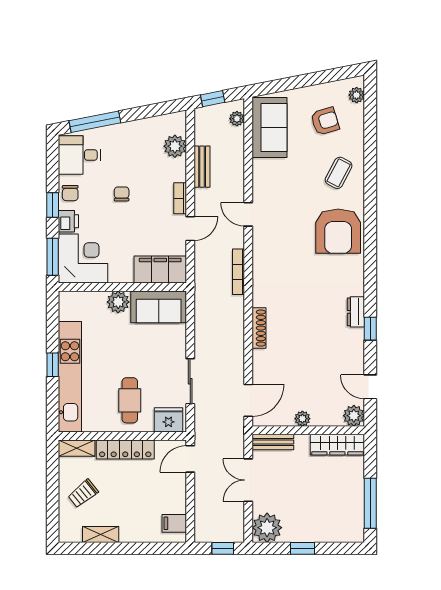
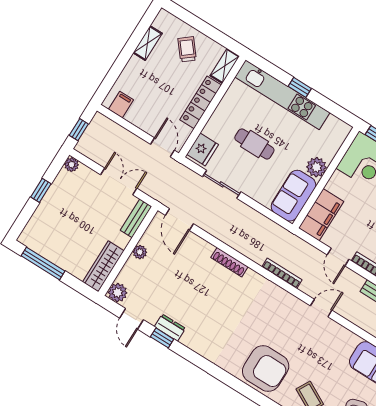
armchair: (338, 231) -> (266, 369), turned 180
dresser: (356, 312) -> (170, 328), moved
window: (370, 329) -> (162, 338), moved
door: (370, 387) -> (132, 319), swing flipped
cafe table: (130, 400) -> (254, 144), moved
plant: (267, 528) -> (72, 165), width x0.53, depth x0.53

